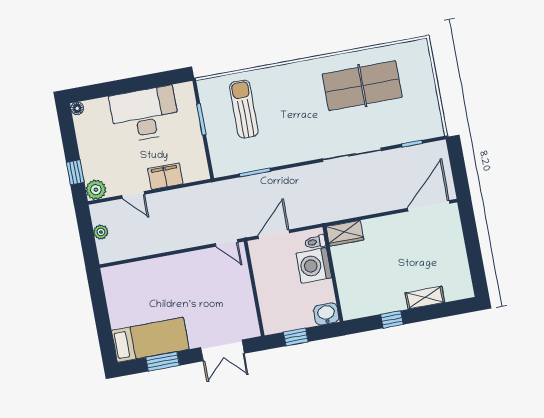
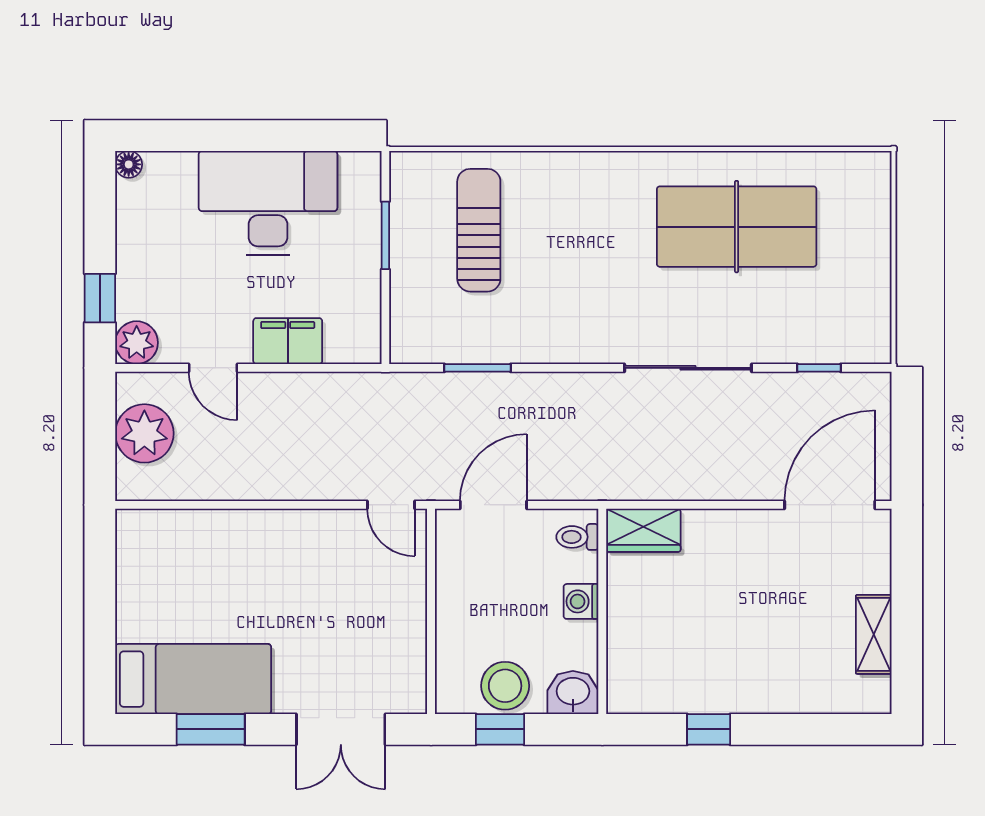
plant: (101, 232) -> (144, 433), width x1.88, depth x1.88
washing machine: (314, 265) -> (581, 601), width x0.53, depth x0.53
shelving: (425, 298) -> (874, 634), moved, turned 90
stool: (294, 316) -> (505, 686), added

